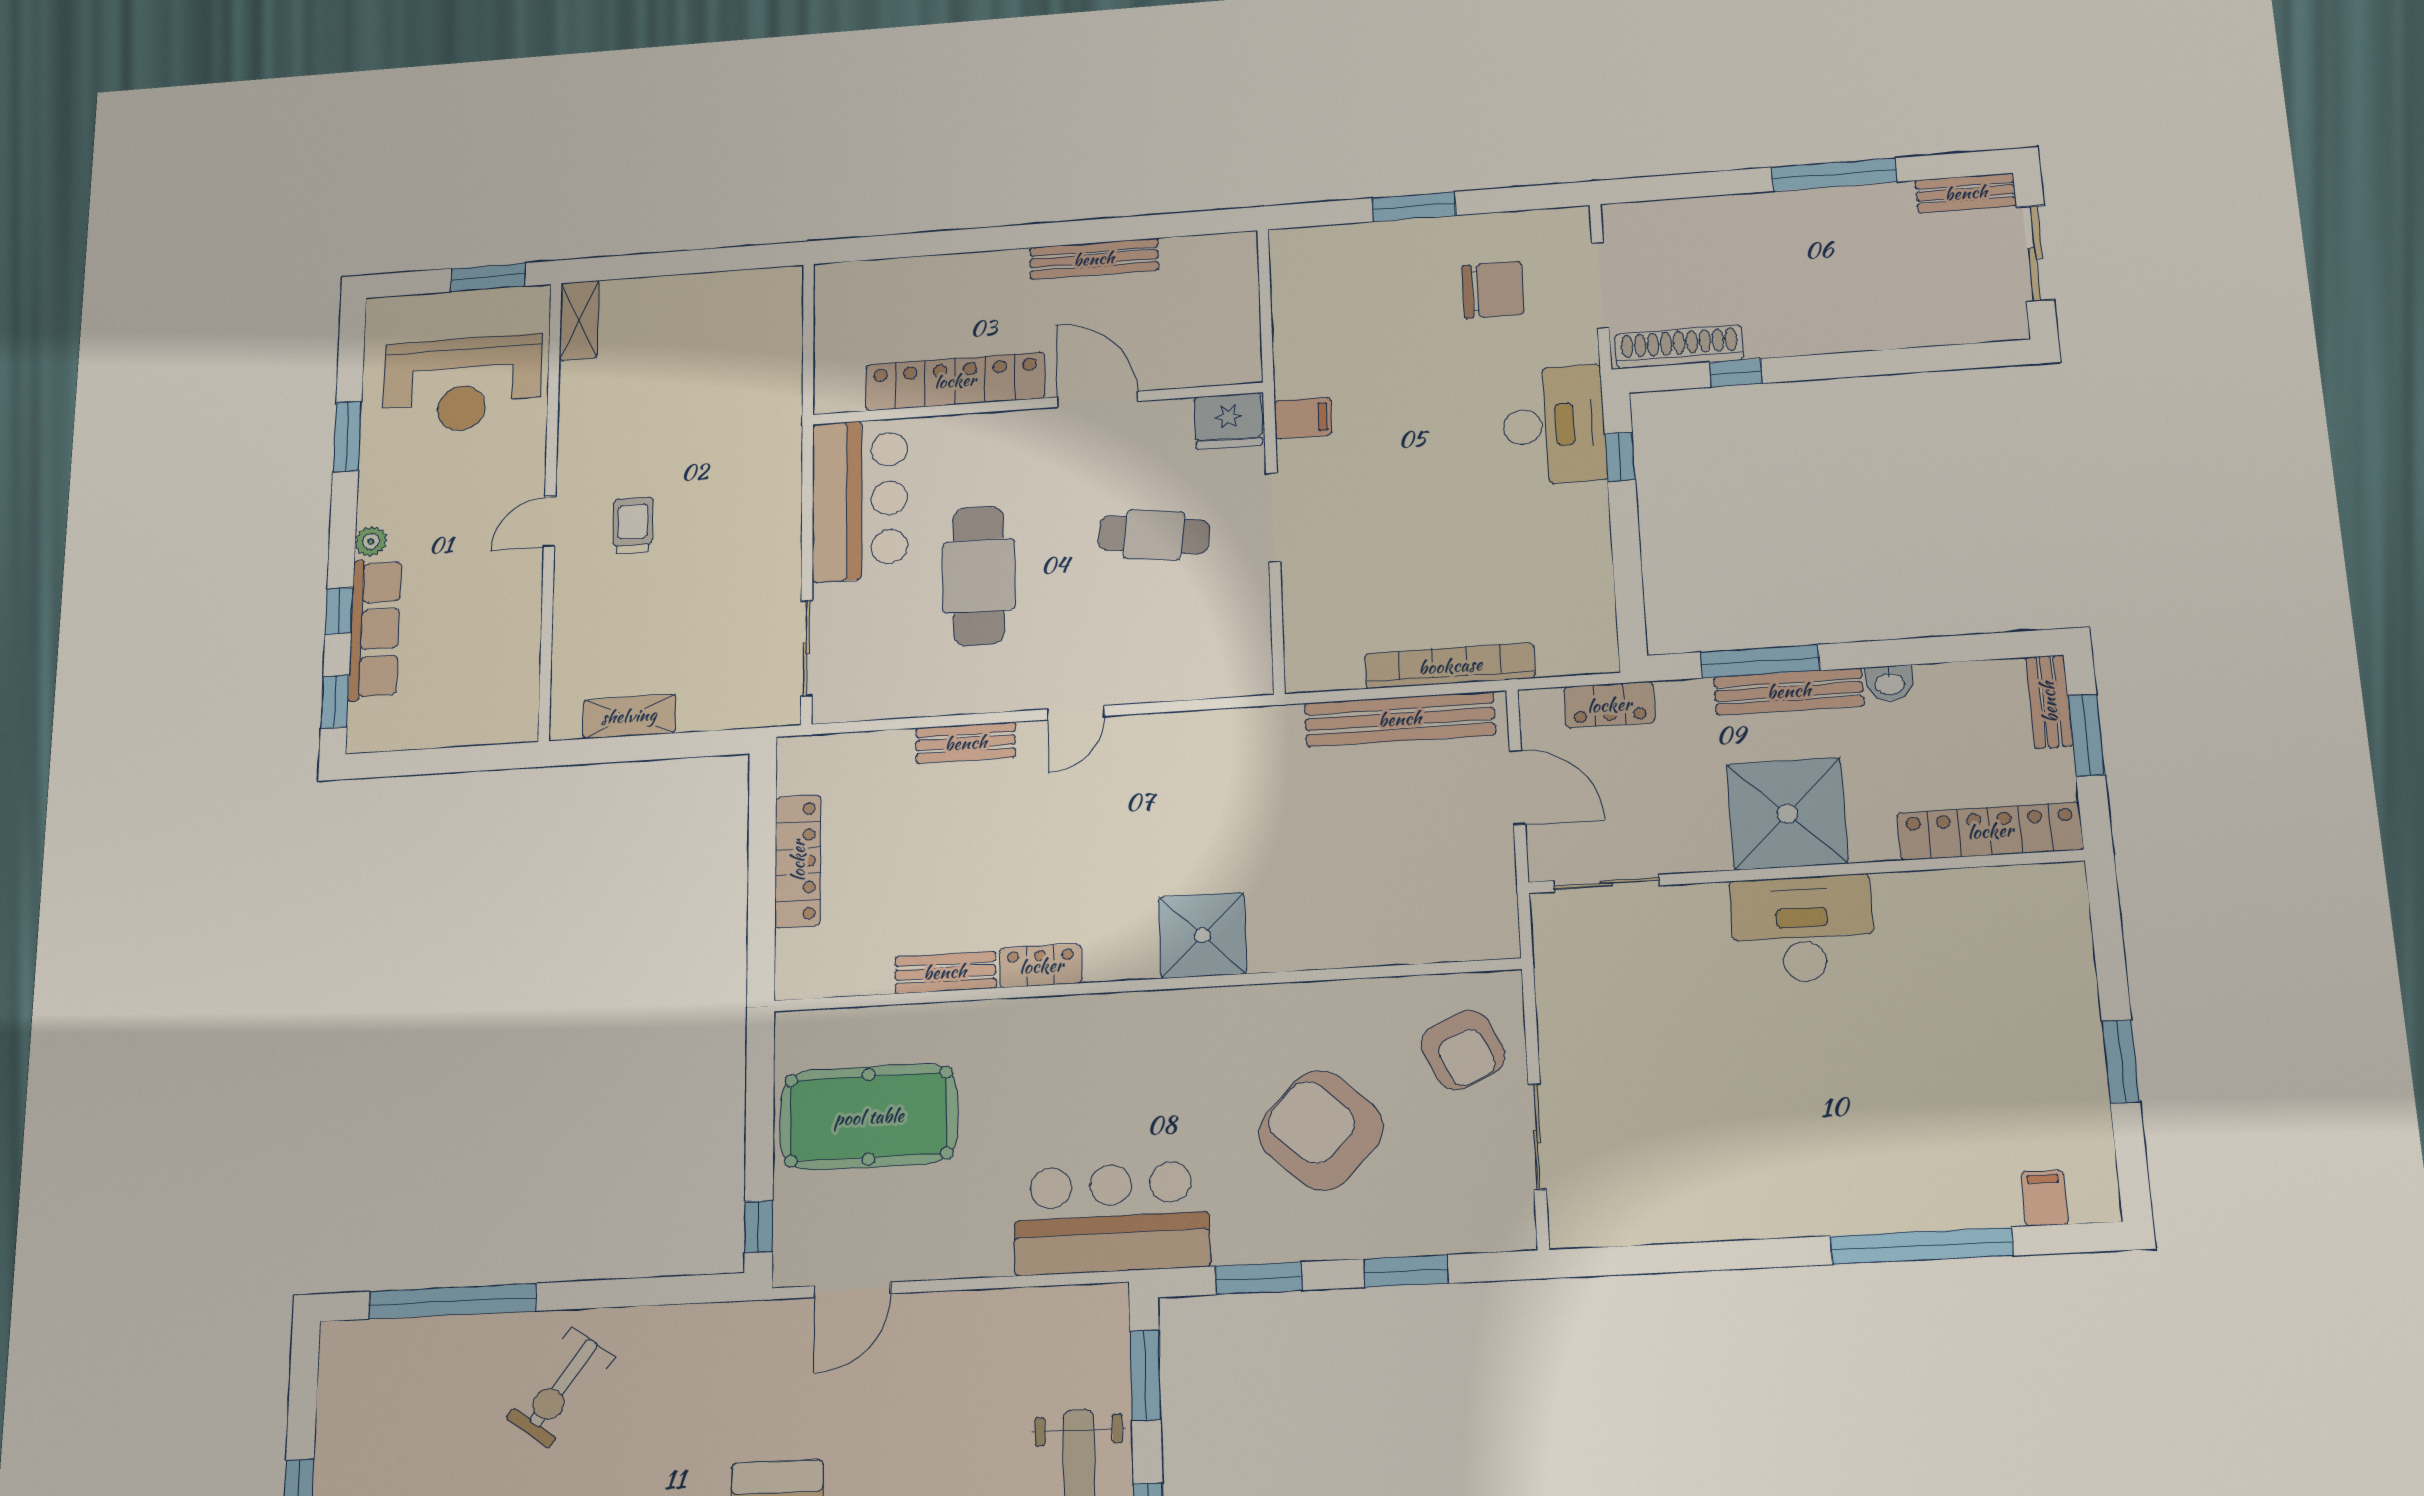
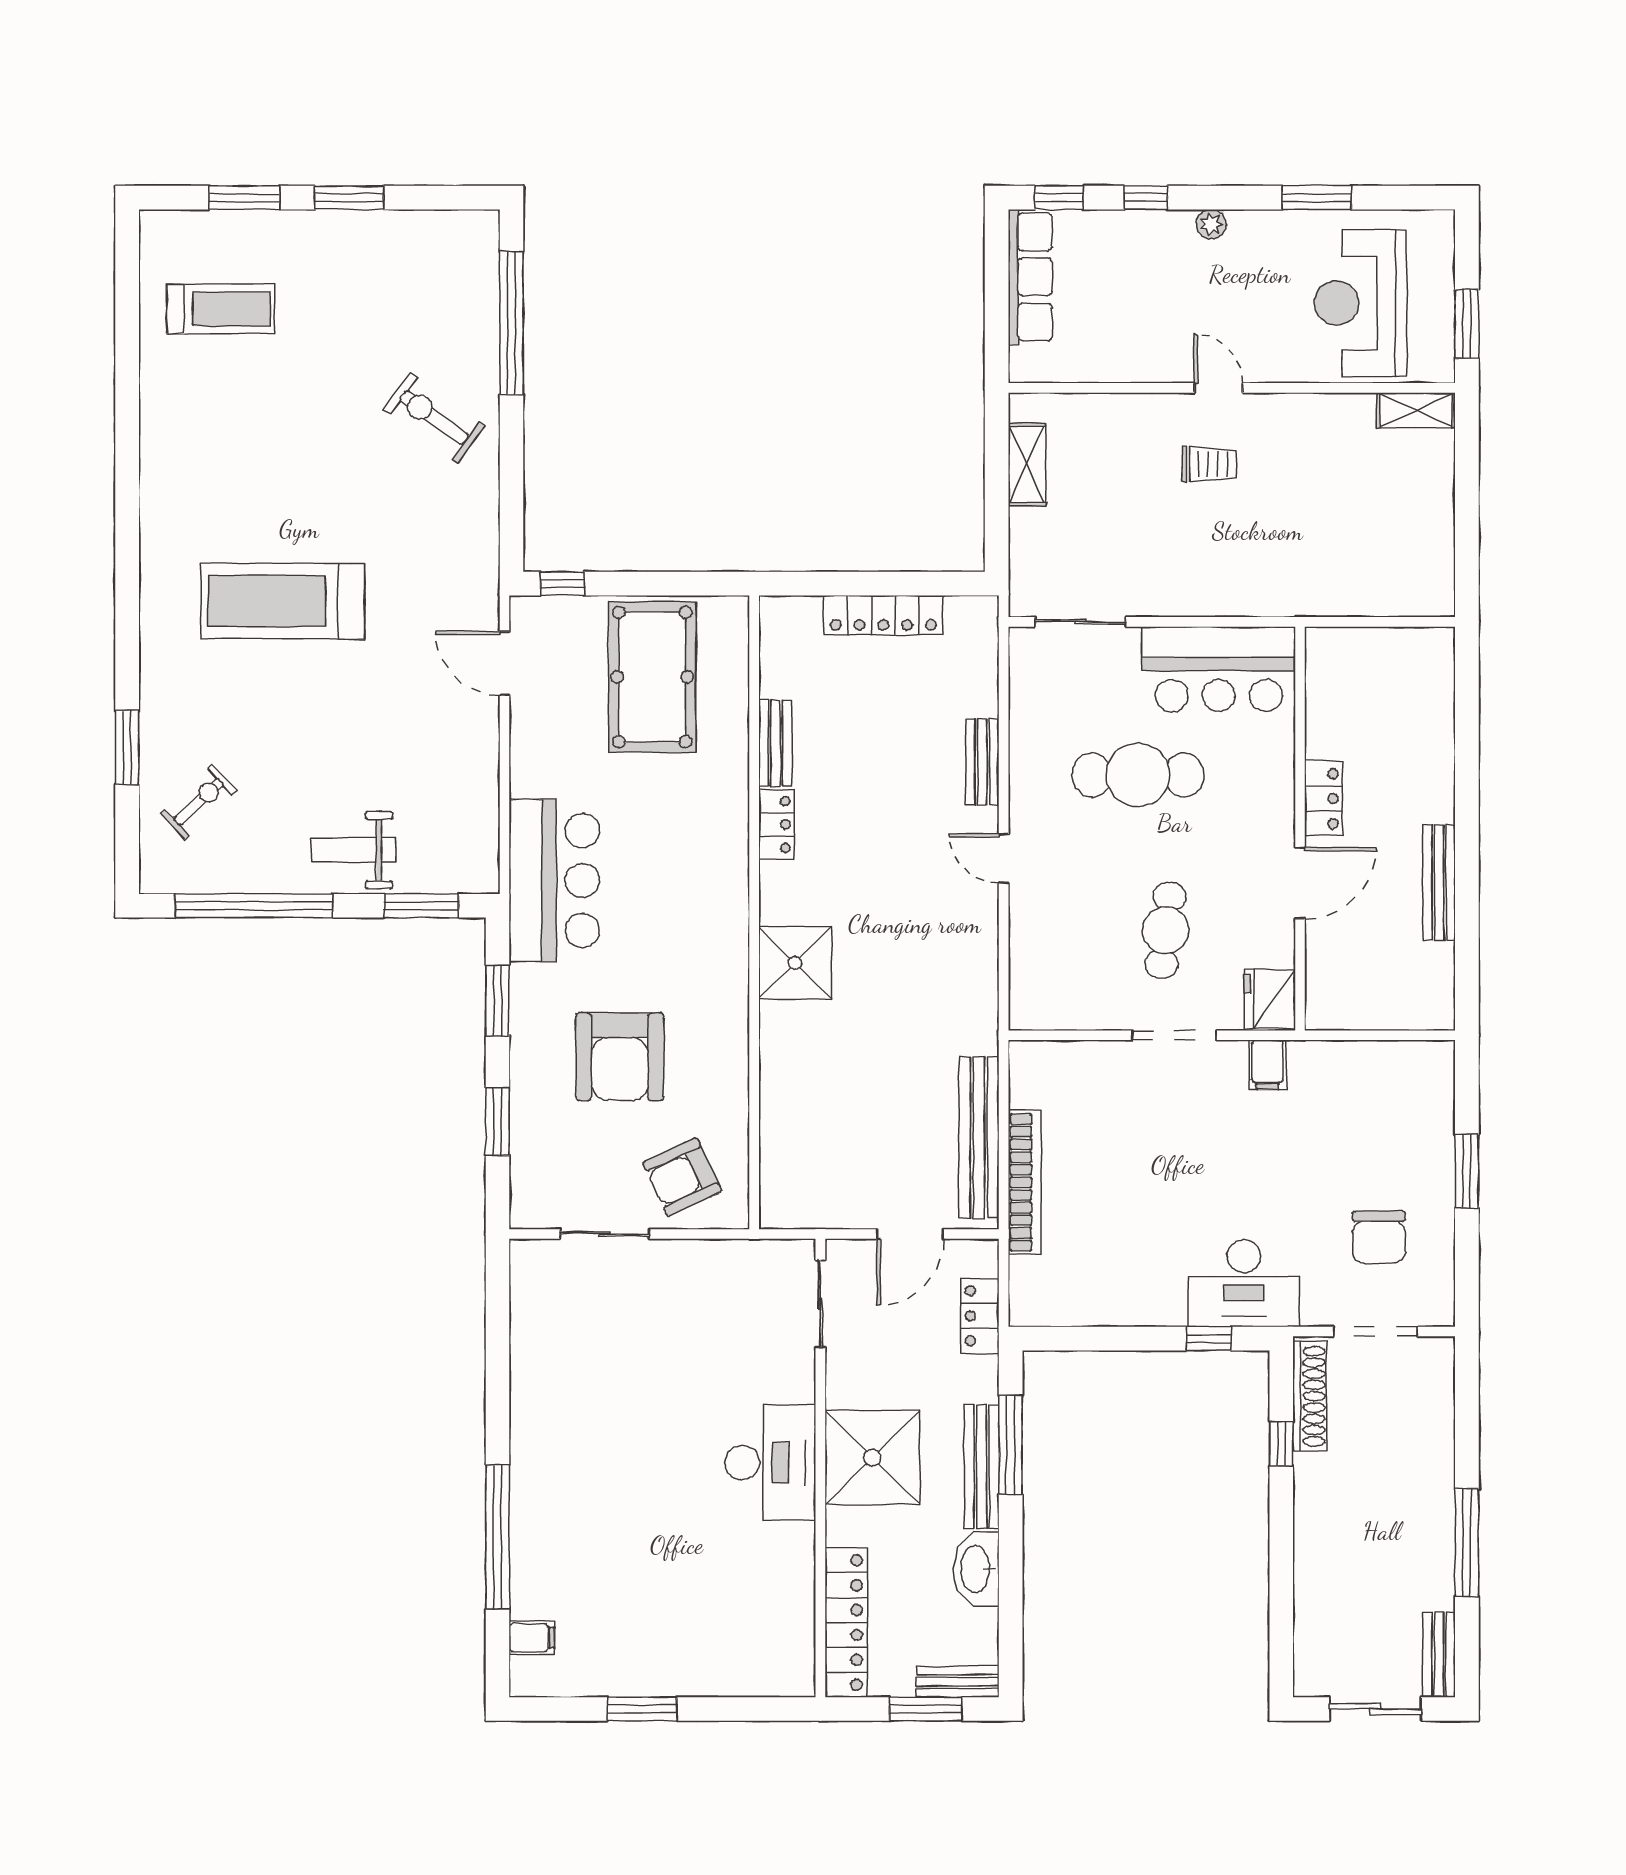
locker: (955, 381) -> (1324, 799), width x0.46, depth x0.83
row of seats: (375, 629) -> (1030, 277), moved, turned -90
washbasin: (1890, 683) -> (976, 1569), width x1.91, depth x1.45
armchair: (1321, 1130) -> (620, 1057), turned 137

